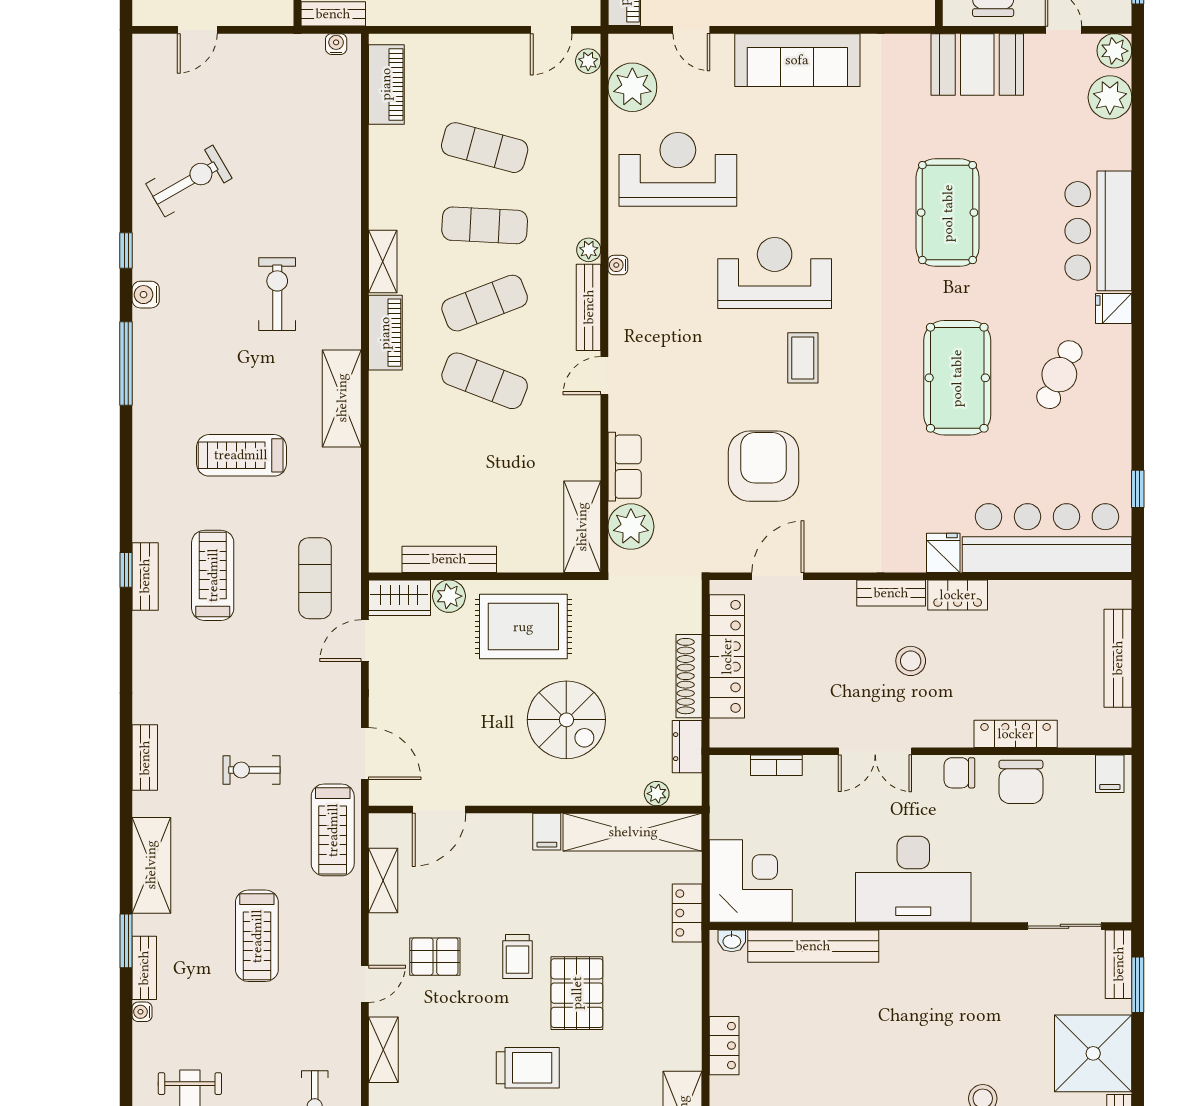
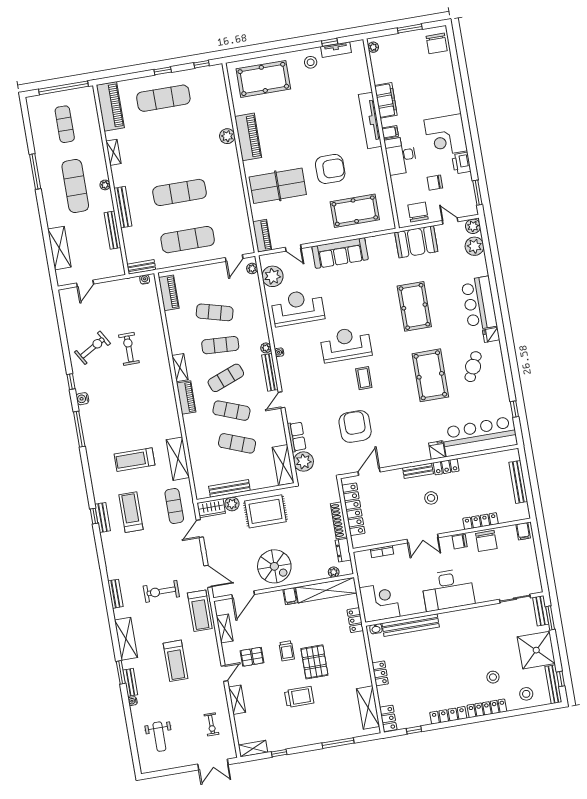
exercise bike: (277, 294) -> (129, 349), moved
shelving: (342, 398) -> (178, 459), moved
exercise mat: (485, 459) -> (237, 443), added
spiral stairs: (566, 720) -> (274, 566), moved
exercise bike: (252, 770) -> (161, 591), width x1.38, depth x1.39

